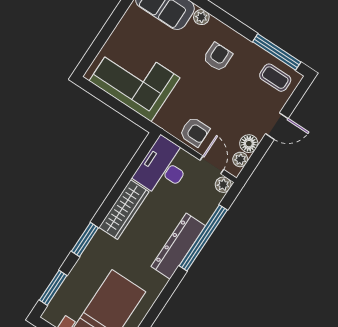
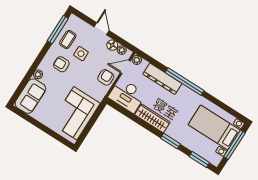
coffee table: (275, 78) -> (68, 40), moved
side table: (235, 90) -> (81, 54), added
window: (203, 238) -> (185, 82), moved
dresser: (178, 246) -> (162, 79), moved

